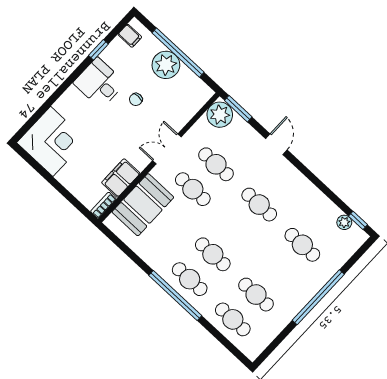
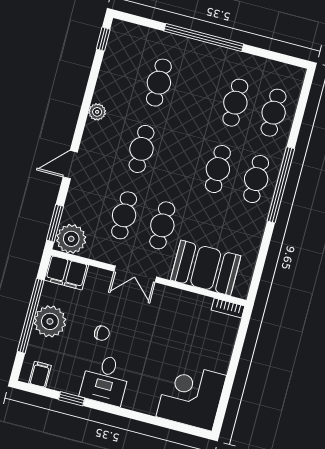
filing cabinet: (121, 178) -> (66, 273), moved
plant: (344, 222) -> (97, 112), moved

